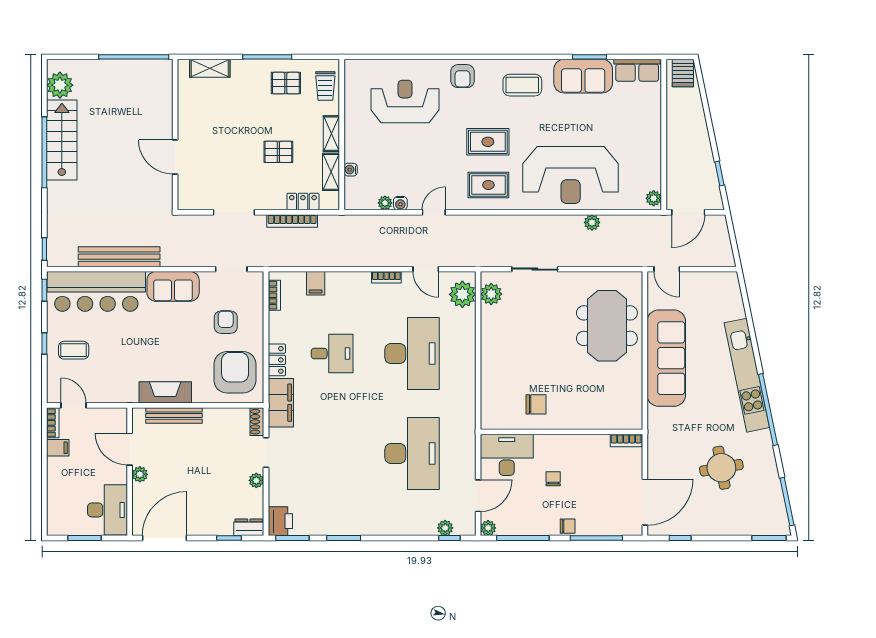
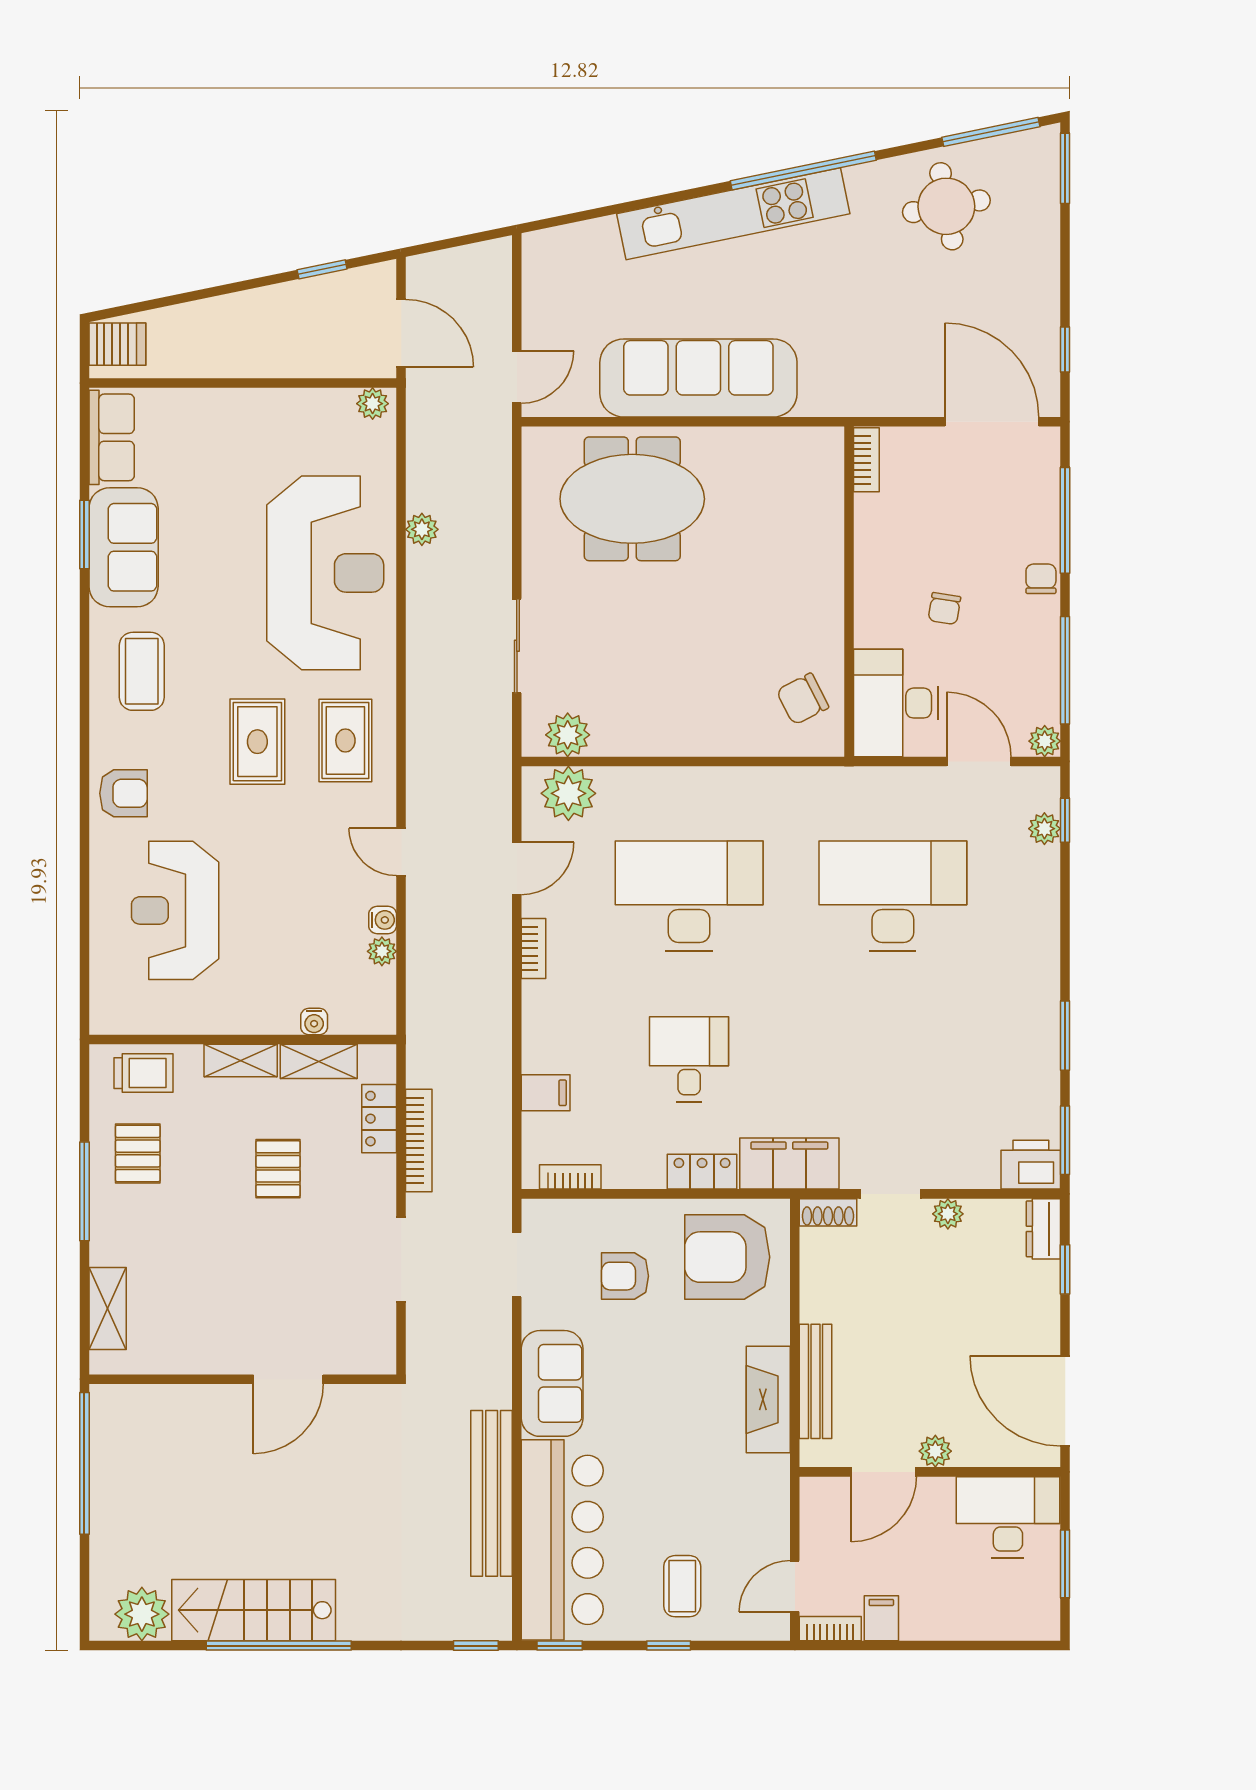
chair: (536, 404) -> (802, 699), moved, turned -117
round table: (721, 468) -> (946, 206), moved
chair: (553, 479) -> (944, 609), turned -81

